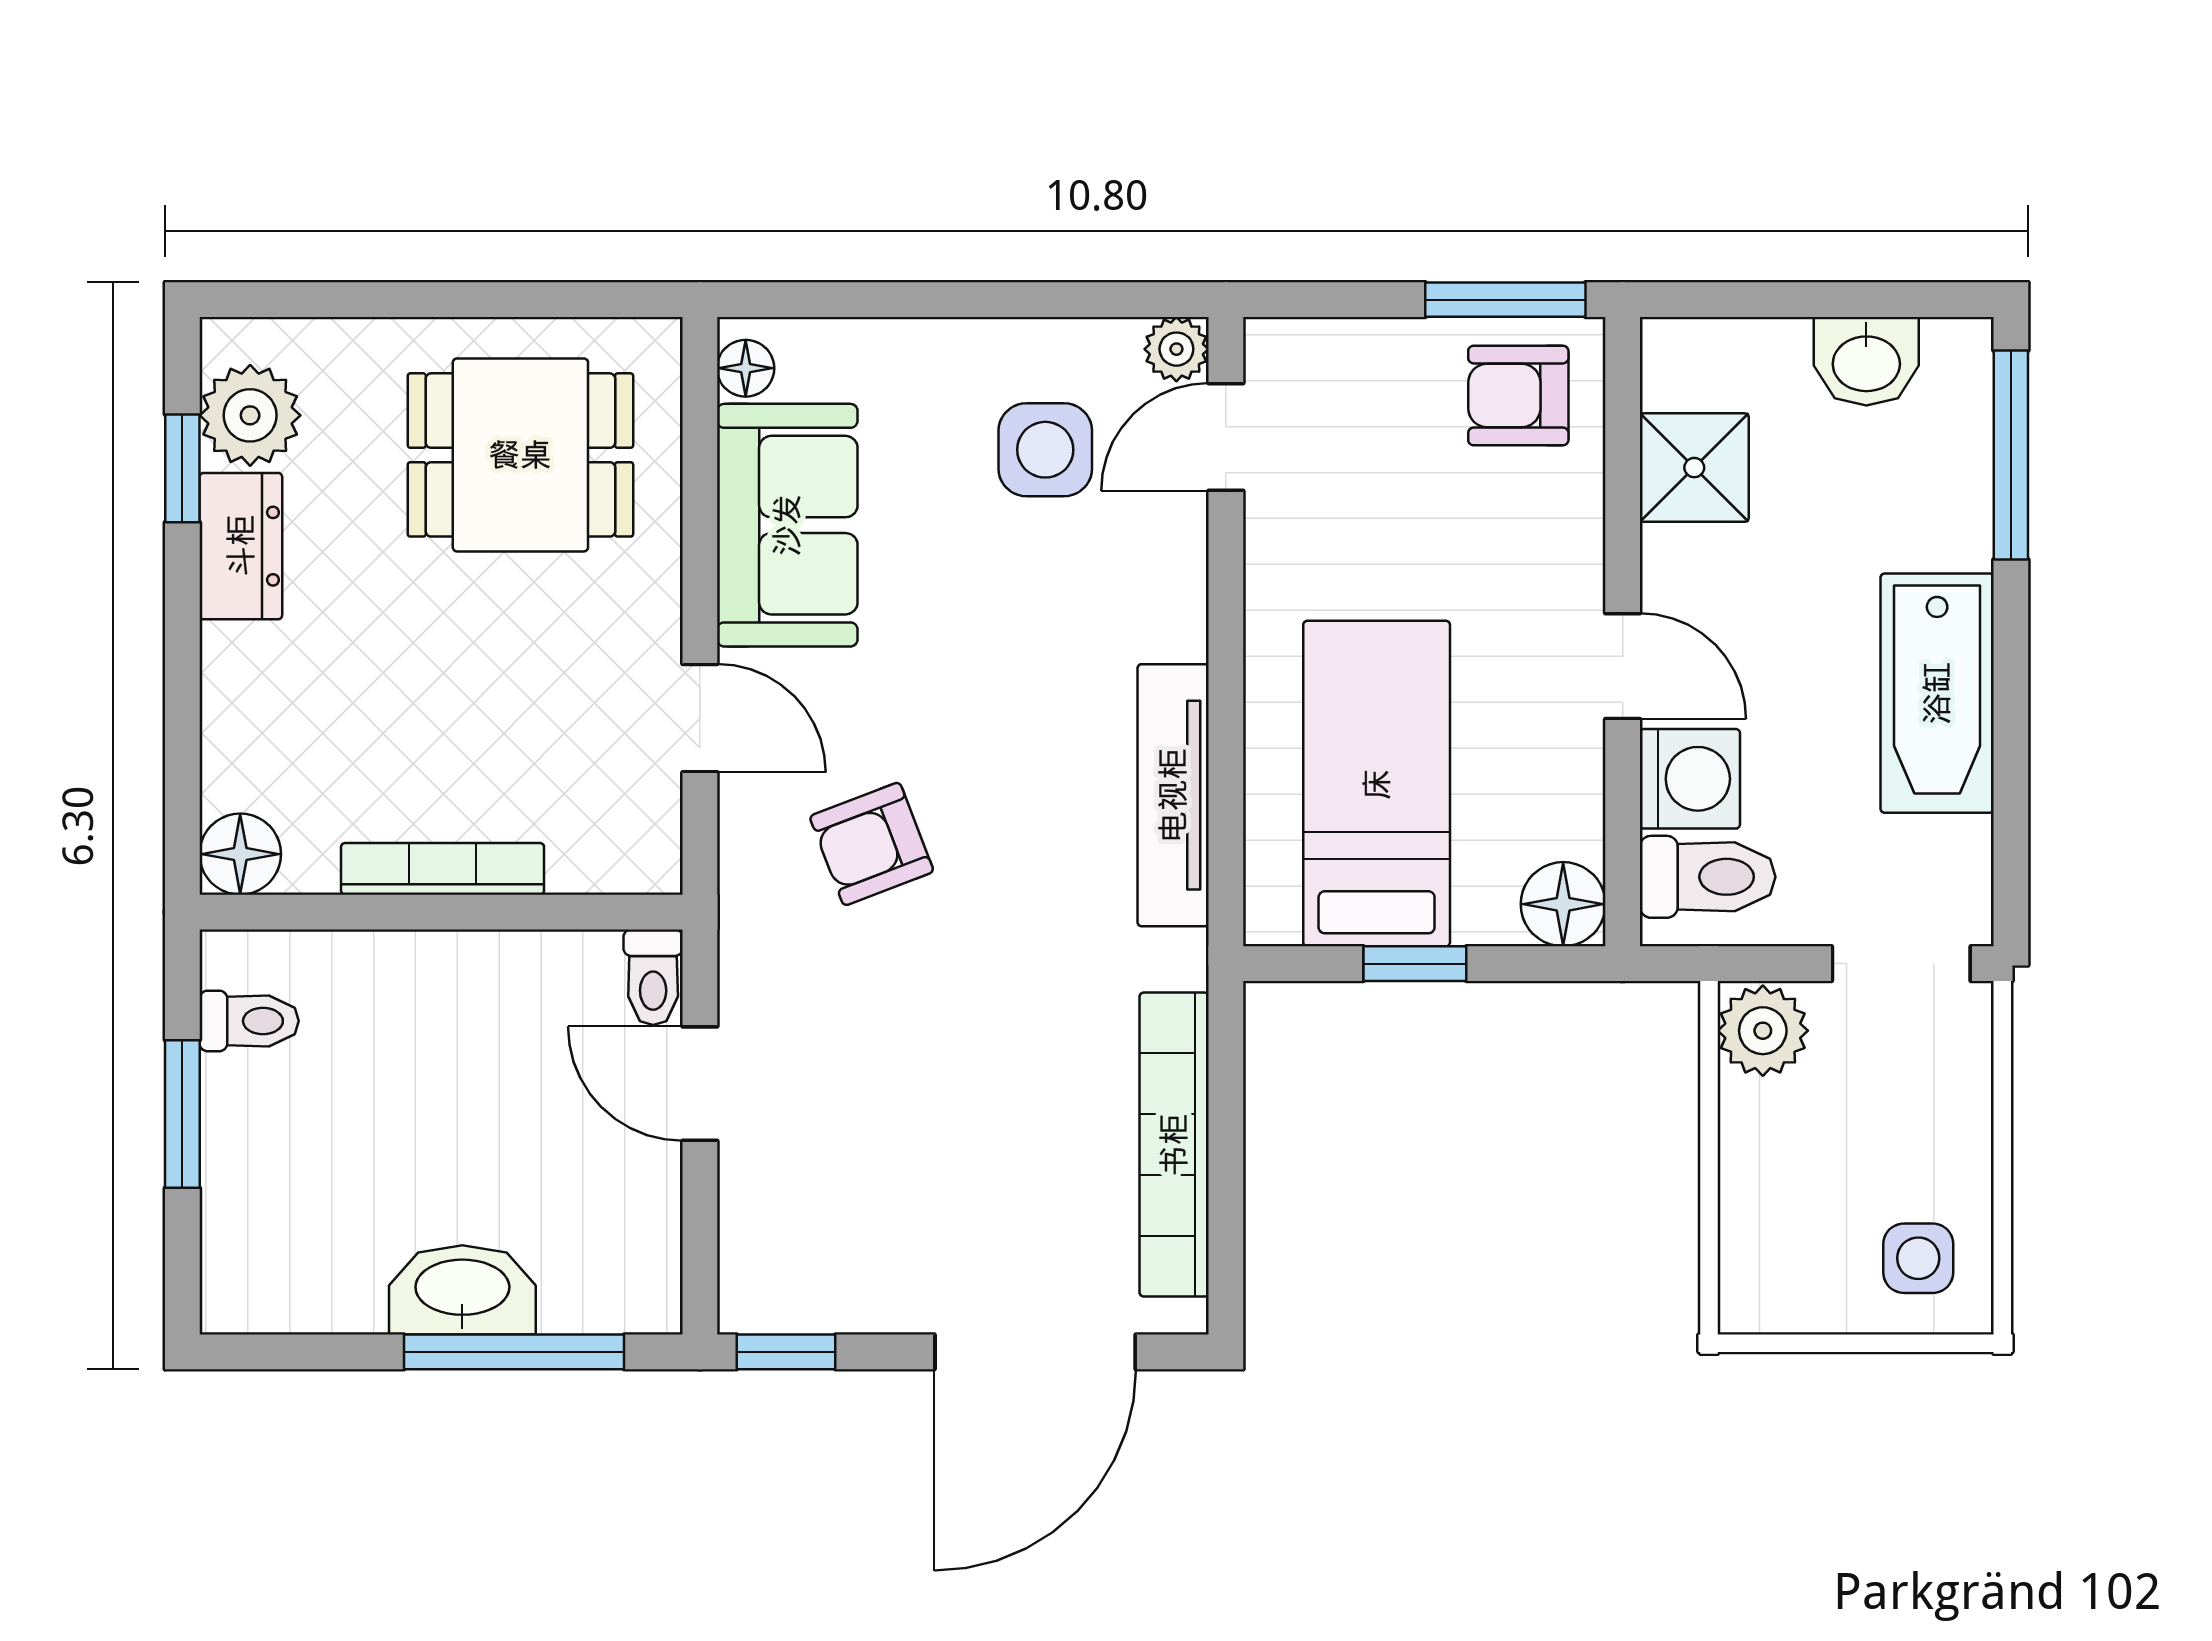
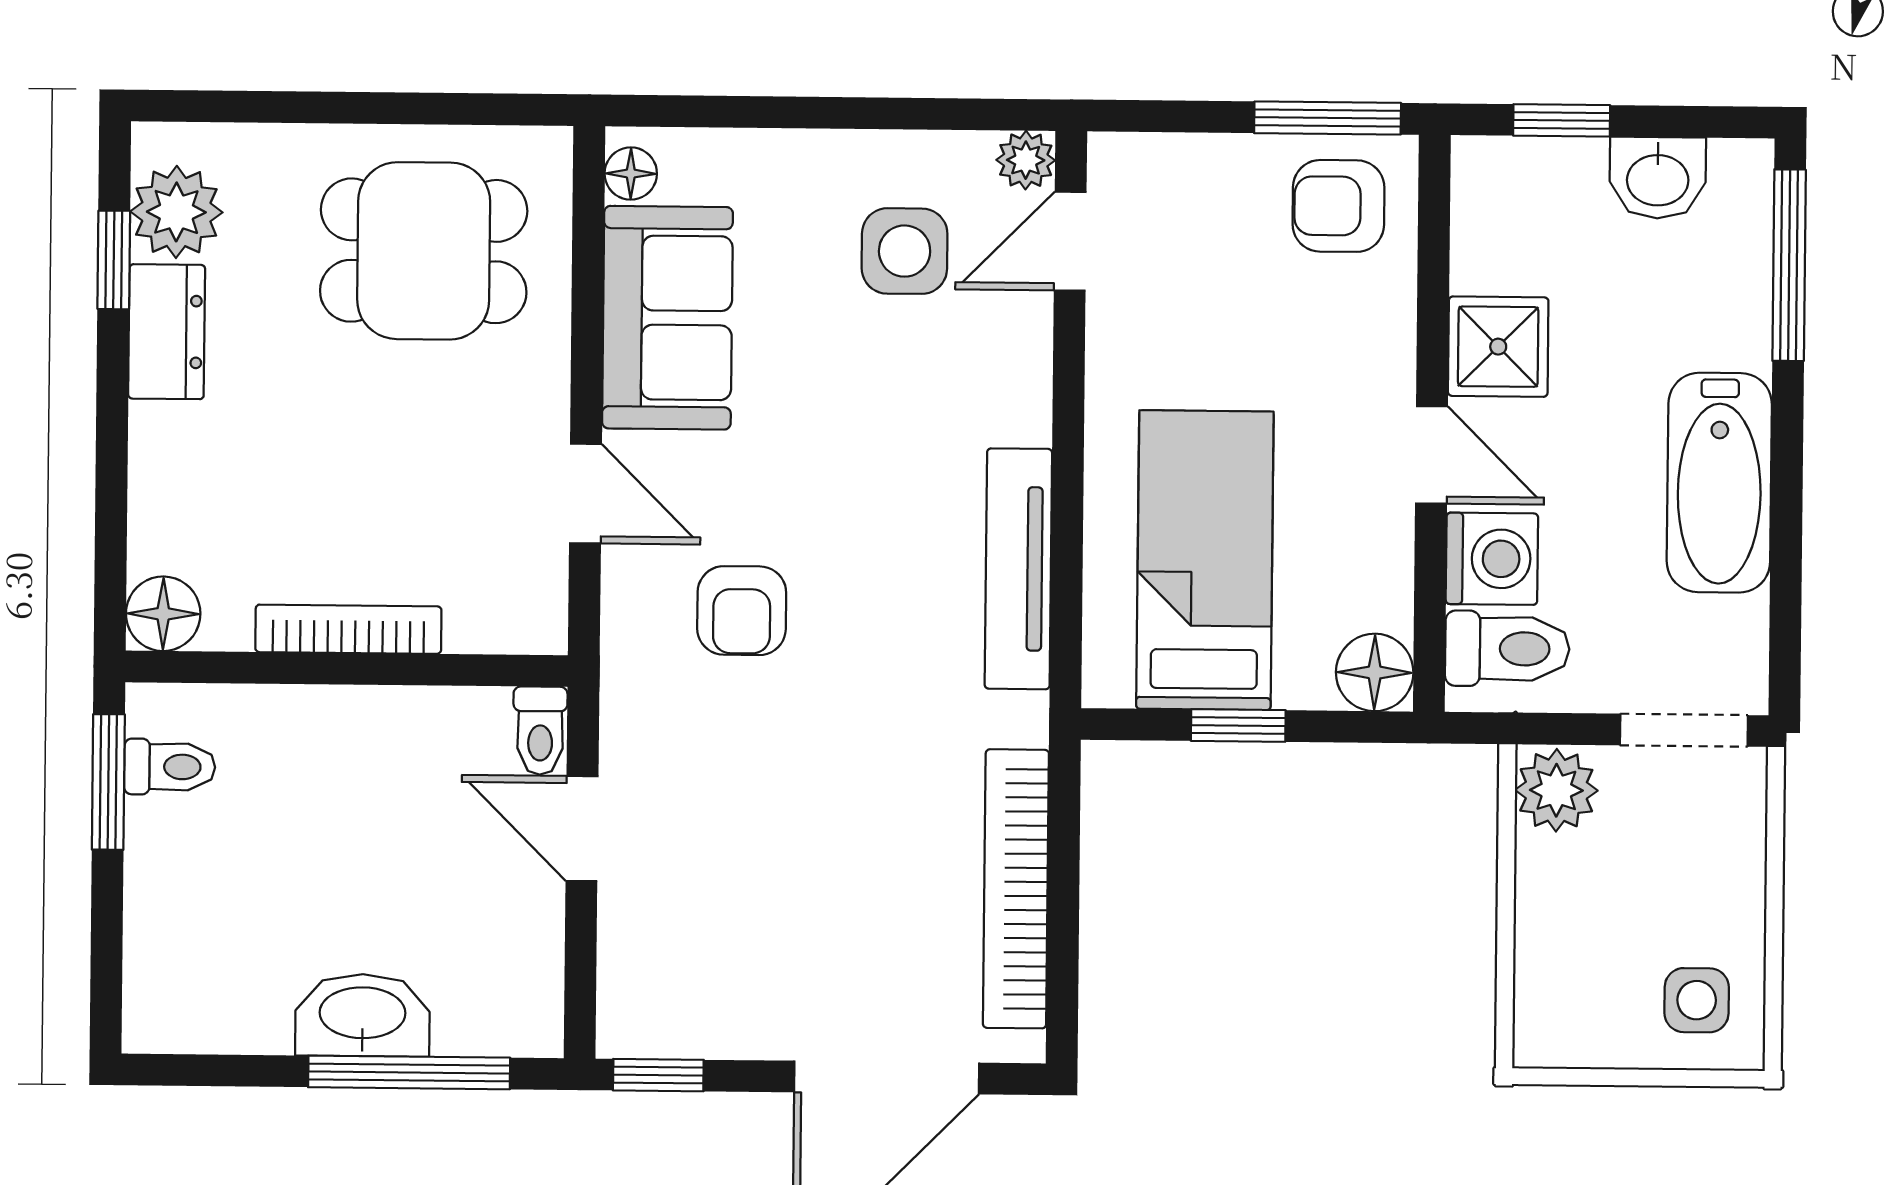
window: (1761, 300) -> (1562, 120), added
shower: (1694, 468) -> (1498, 347), moved
armchair: (872, 844) -> (742, 611), turned -69
window: (182, 1114) -> (108, 782), moved

